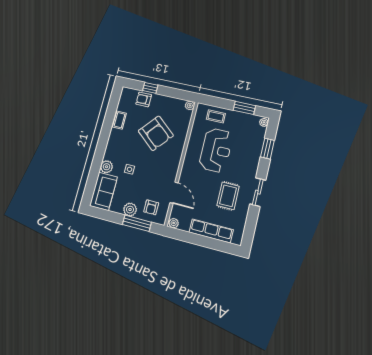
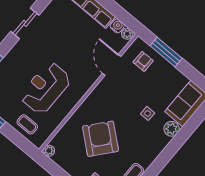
rug: (228, 196) -> (57, 34), removed
plant: (130, 210) -> (167, 70), removed
water cooler: (184, 226) -> (117, 26), added

